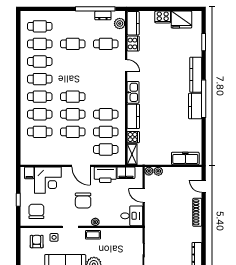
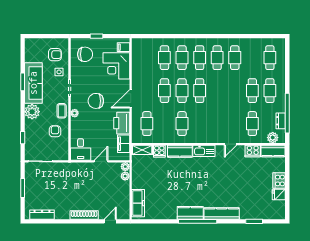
fridge: (181, 20) -> (279, 194), width x0.53, depth x0.75
cafe table: (40, 44) -> (270, 91), moved
cafe table: (106, 132) -> (164, 124), removed
armchair: (113, 241) -> (55, 131), added

